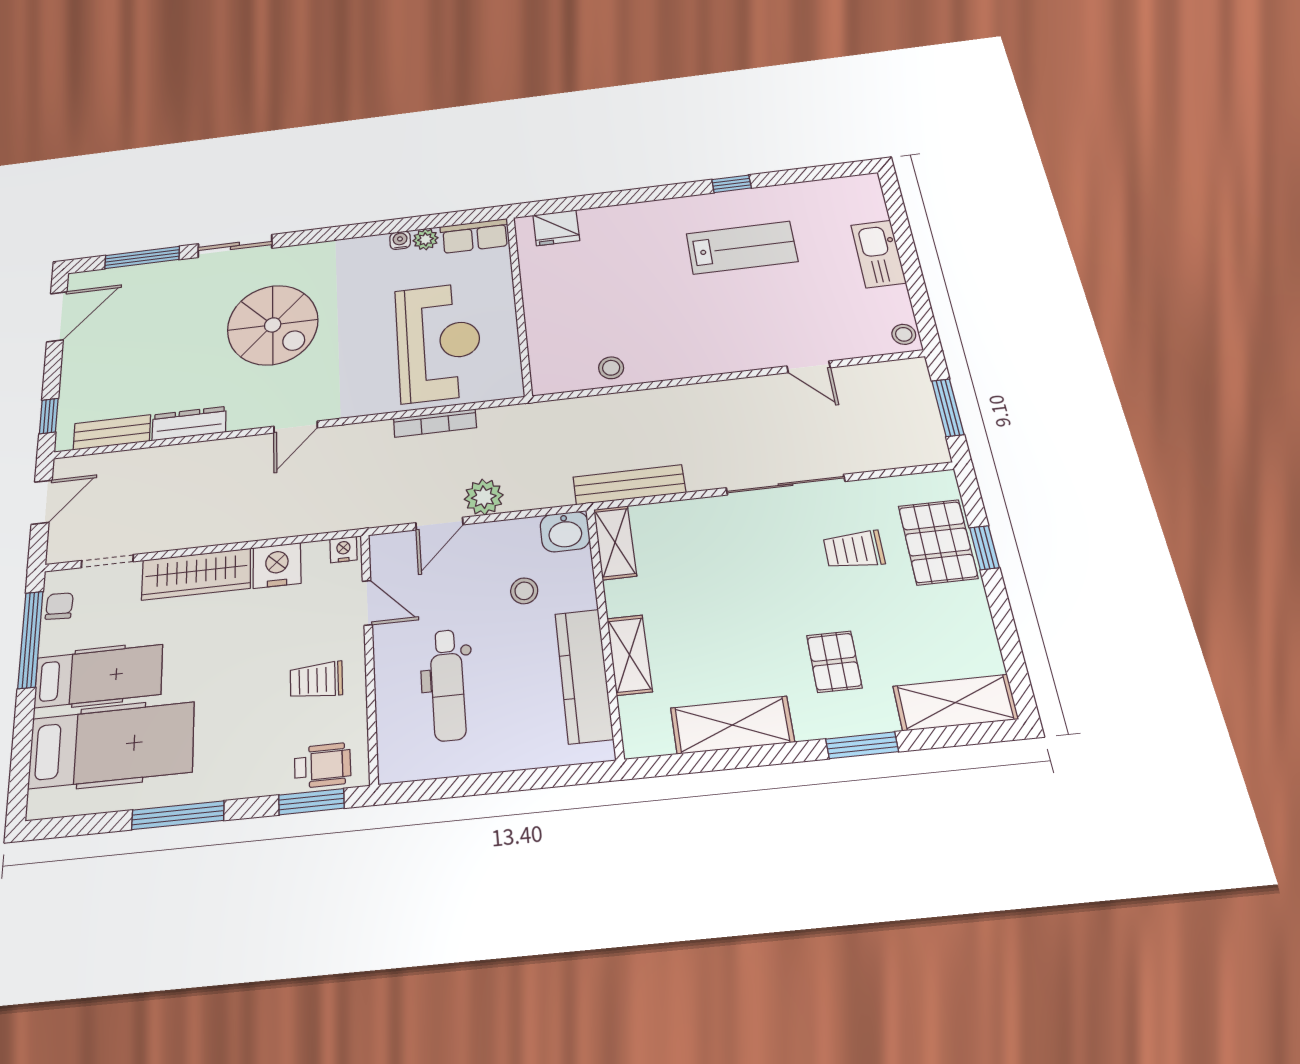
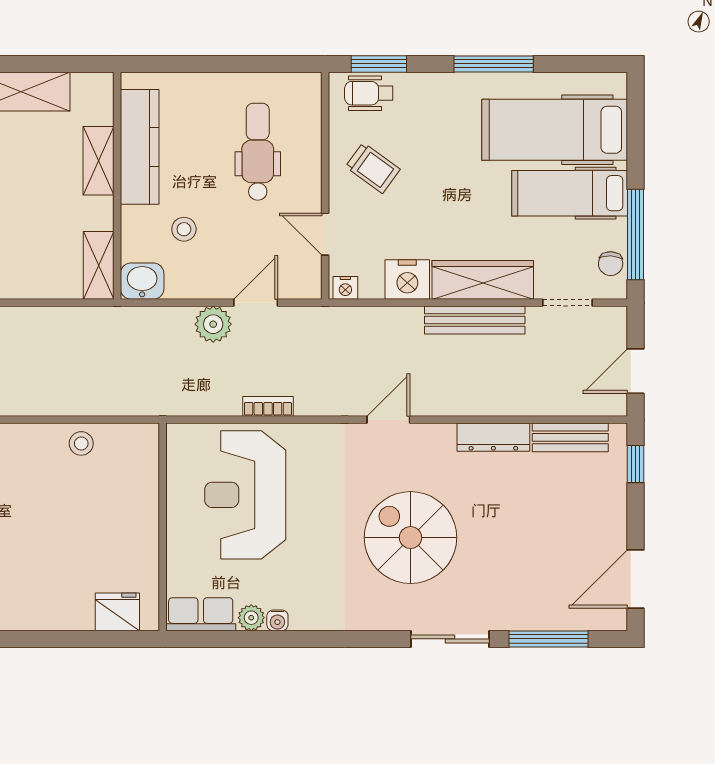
bookcase: (435, 423) -> (268, 406), width x0.64
bench: (629, 485) -> (475, 320), moved
trolley: (316, 680) -> (373, 168), turned 36

